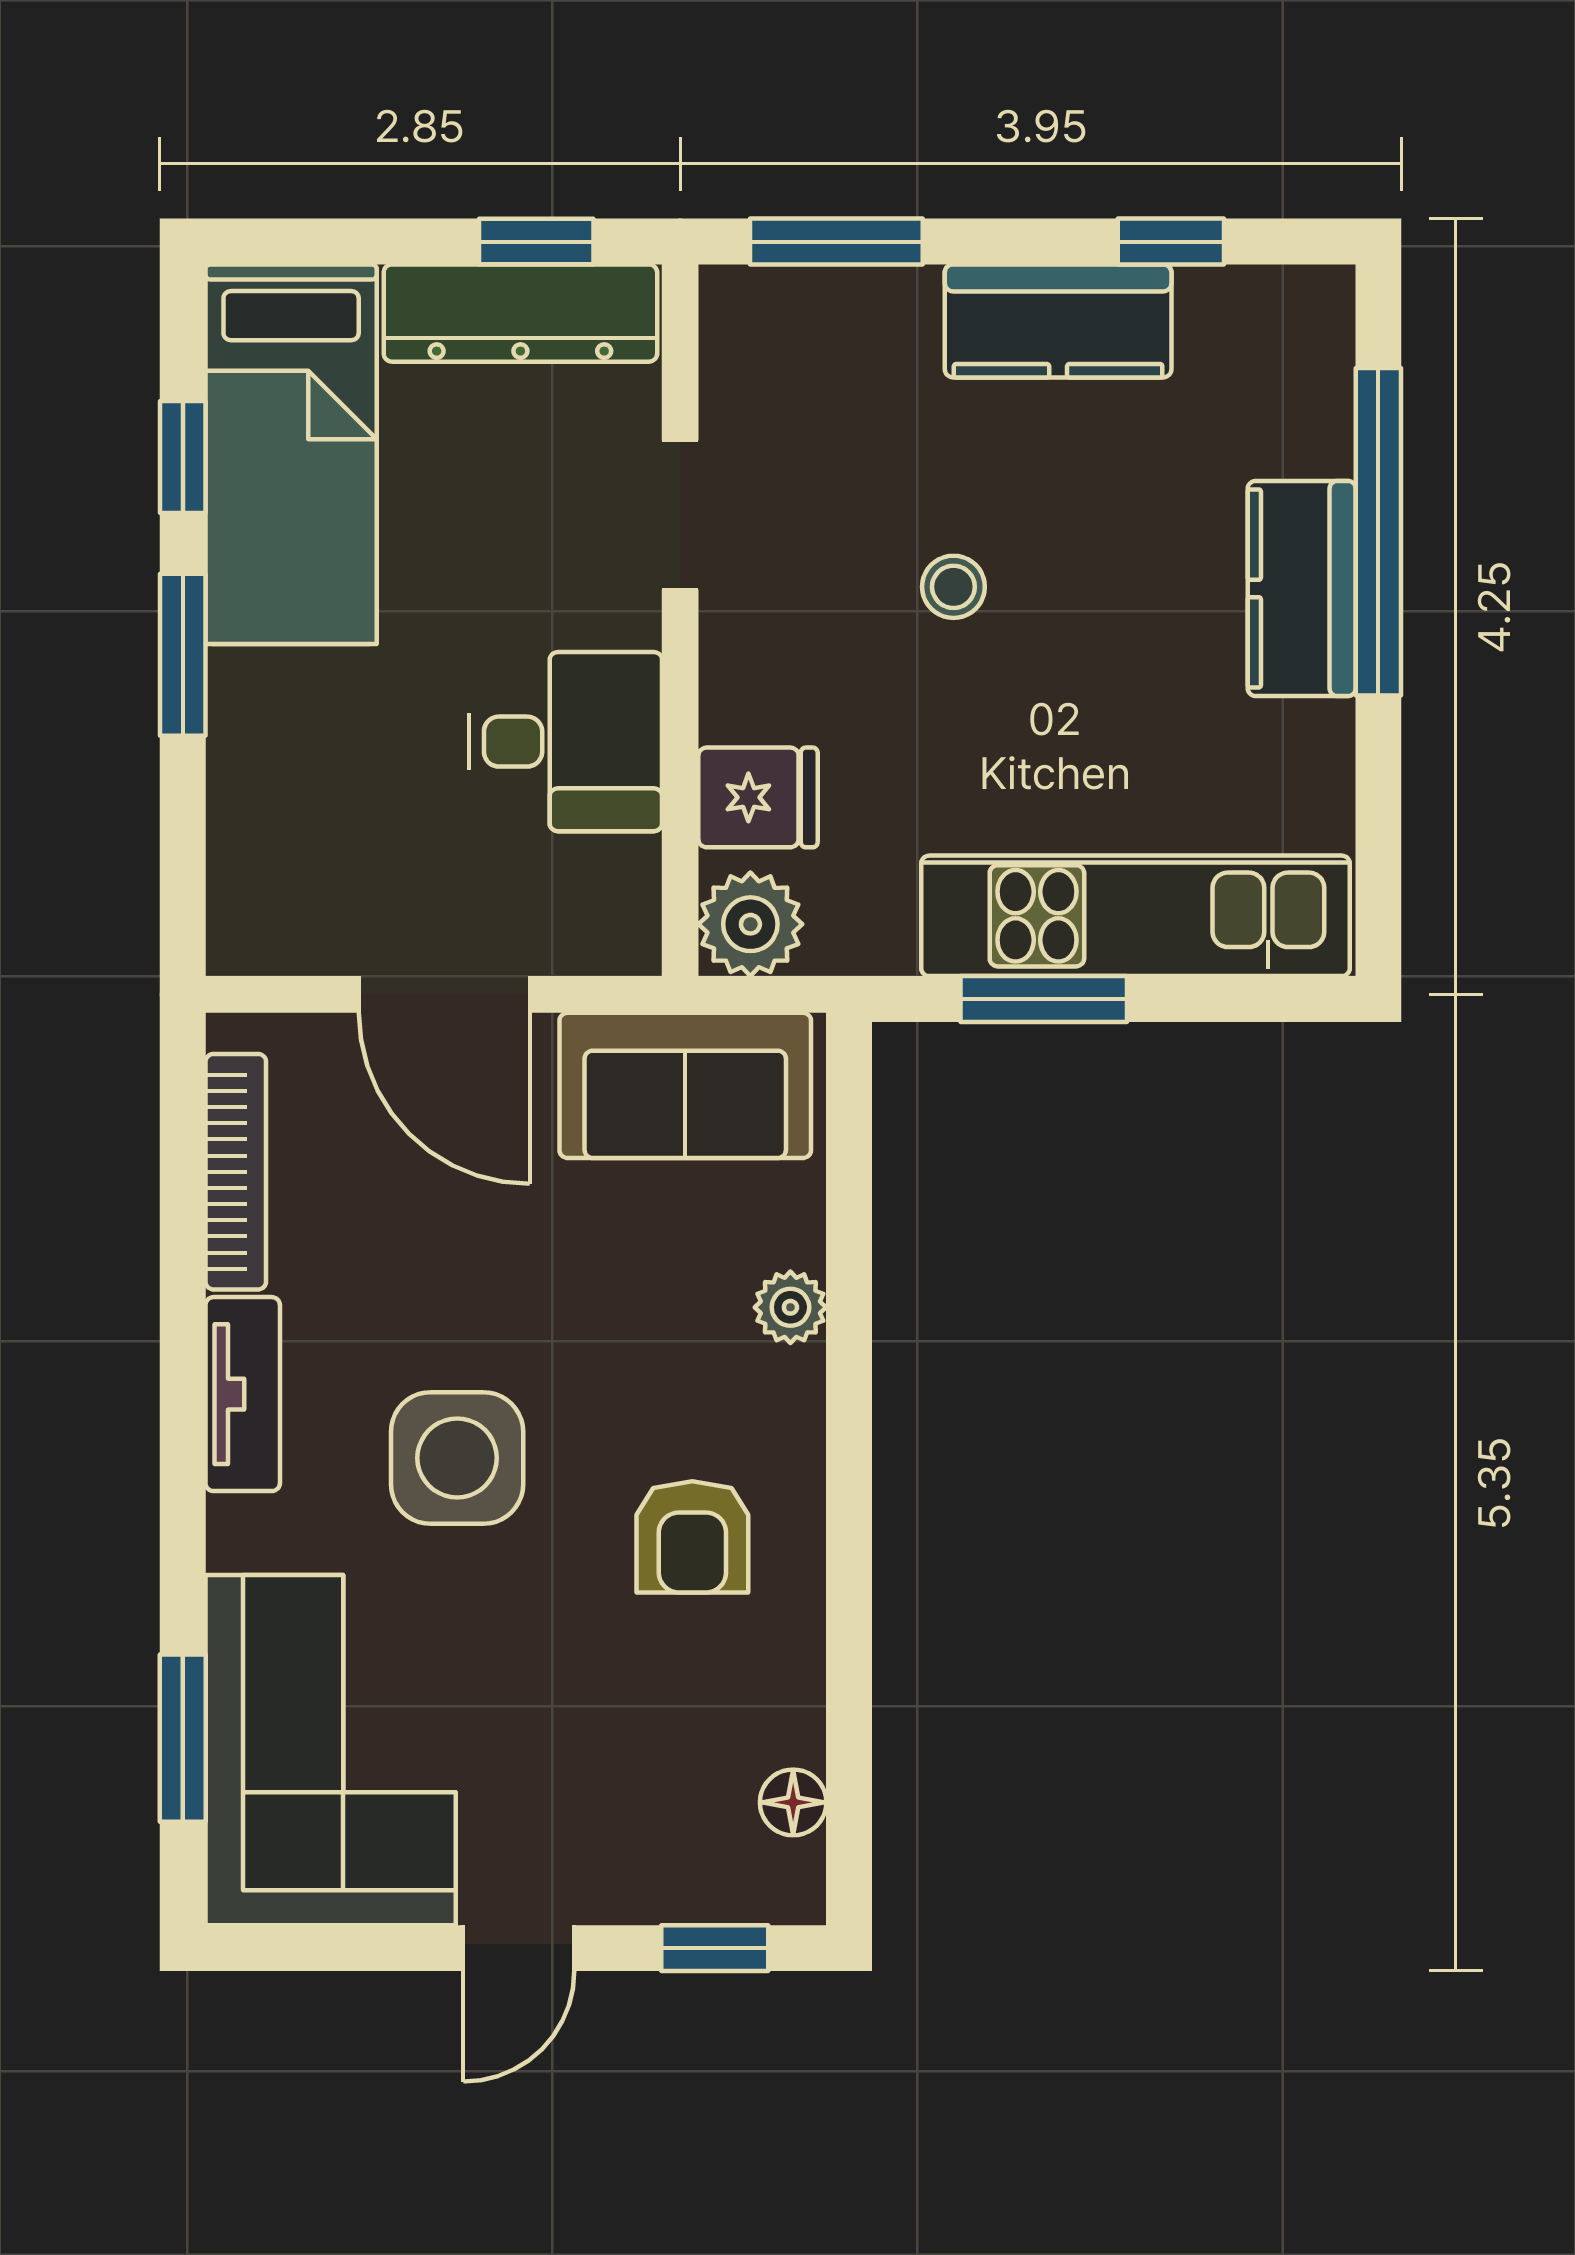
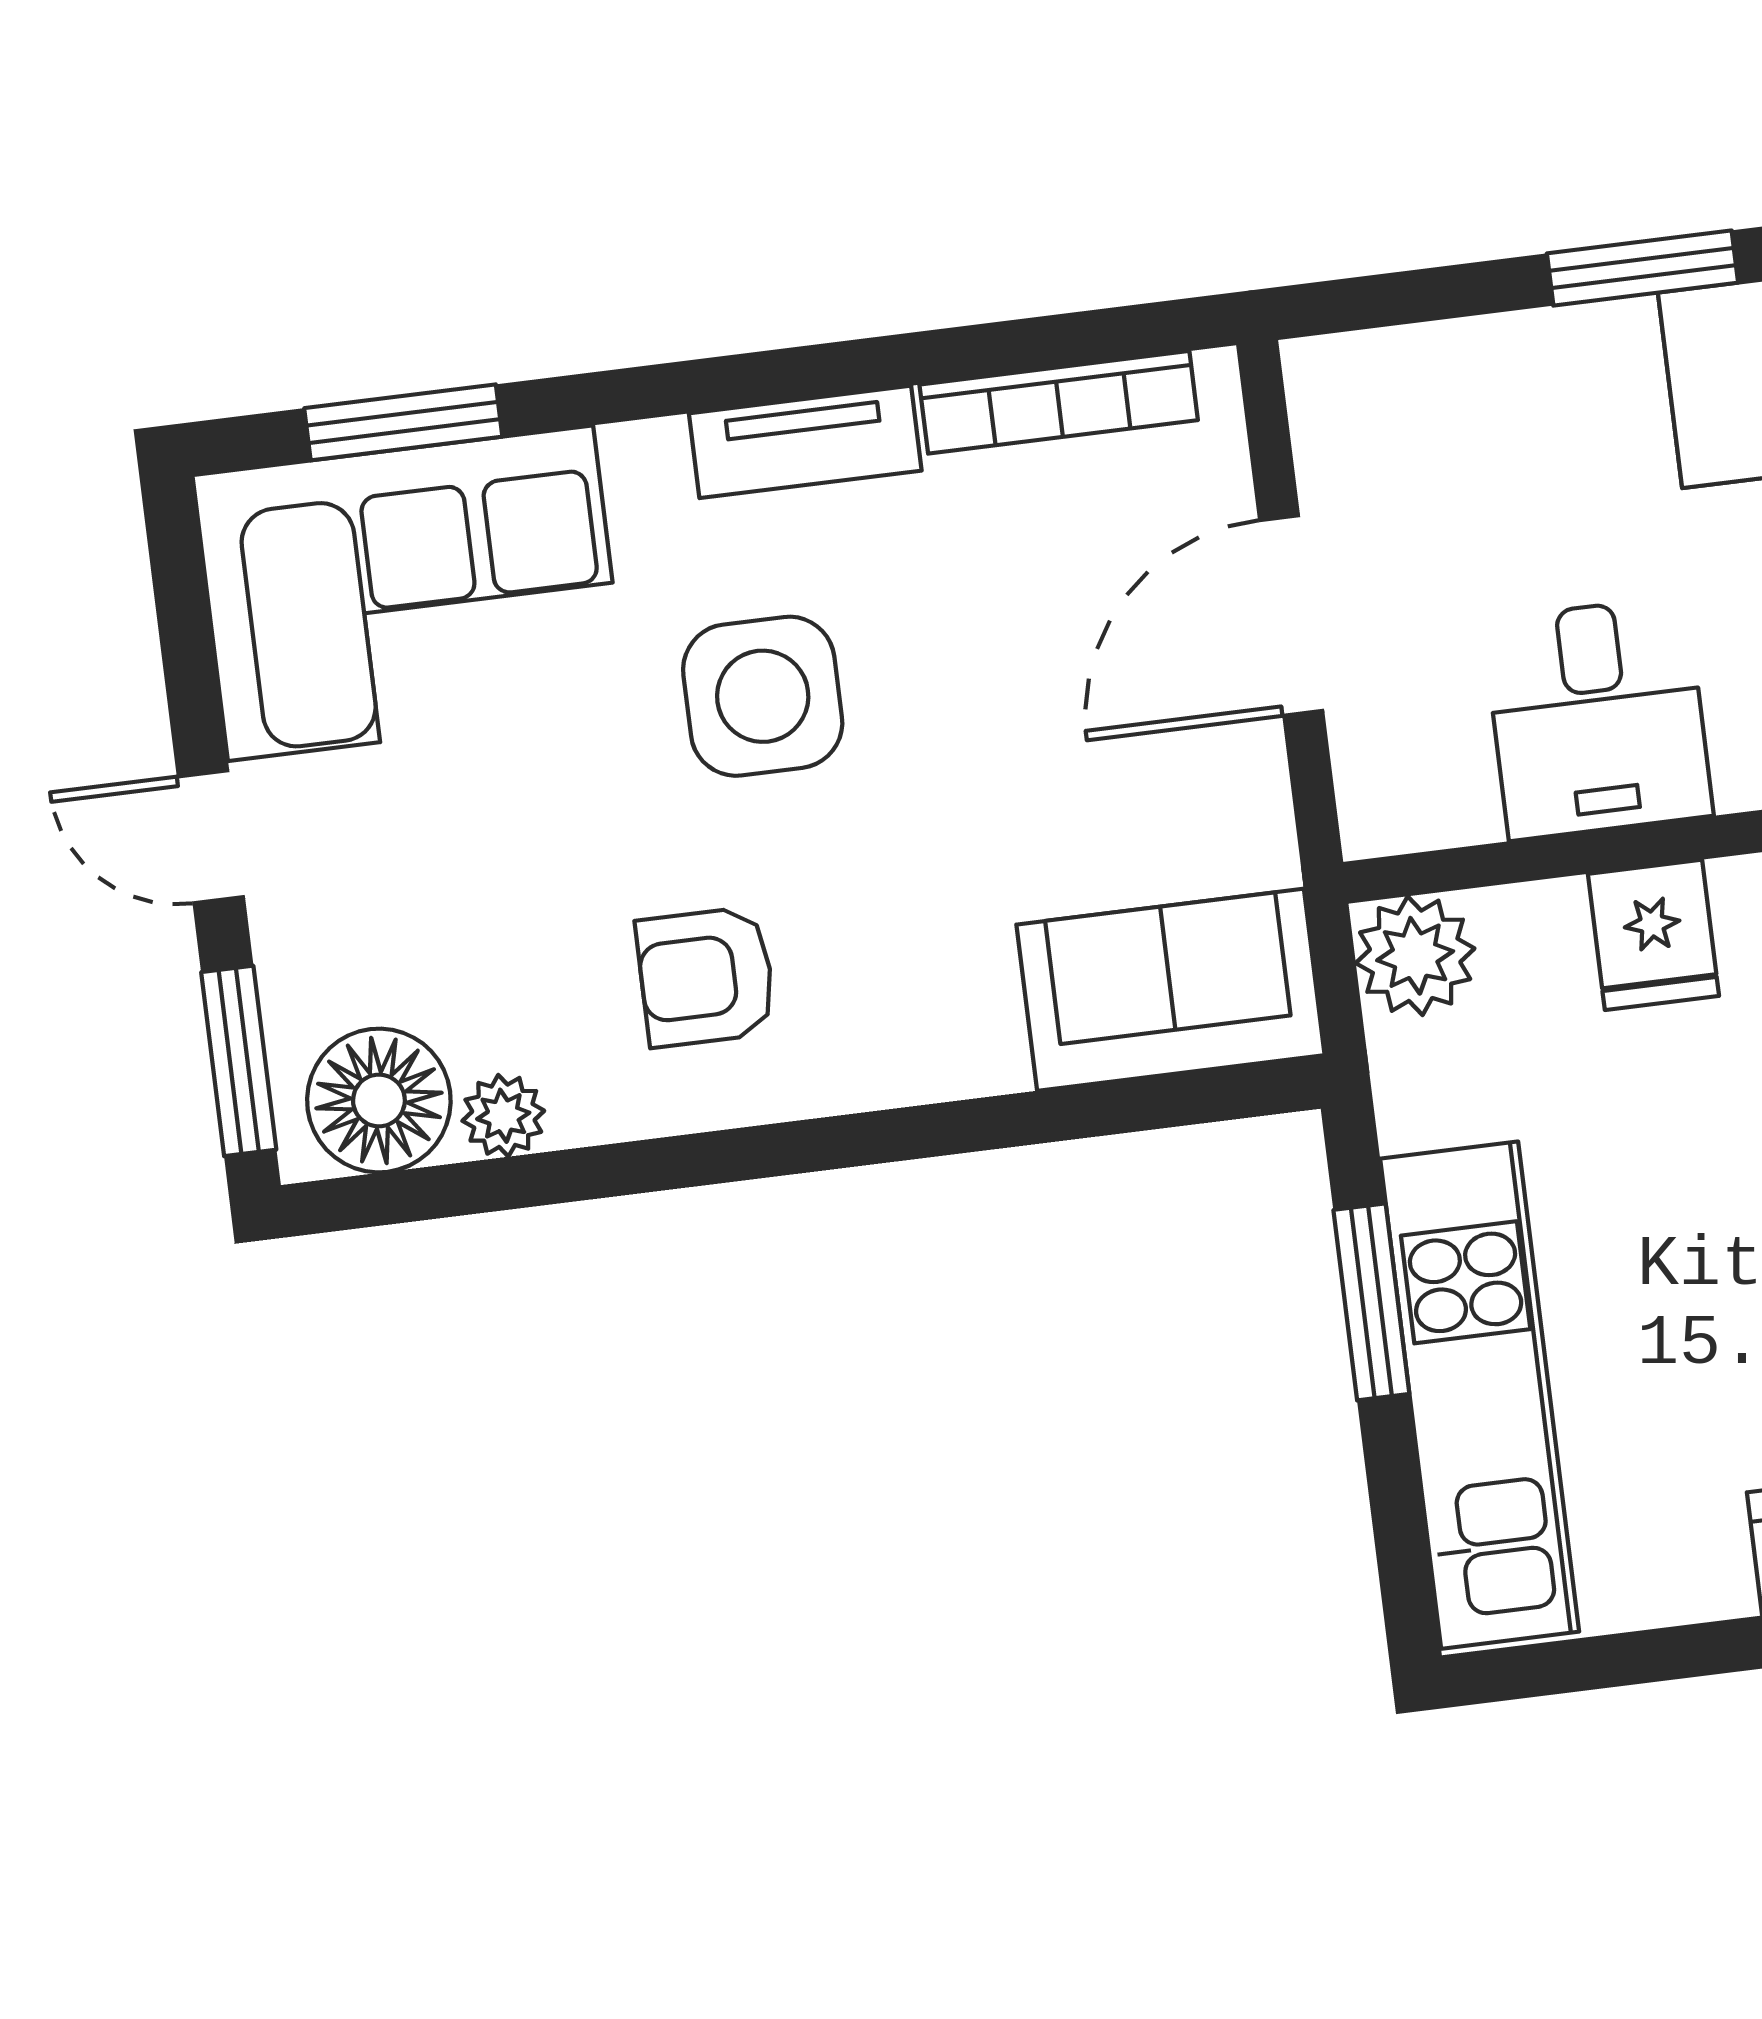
fridge: (758, 797) -> (1653, 935), moved
sofa: (685, 1085) -> (1170, 990), moved, turned 90
plant: (790, 1307) -> (503, 1116), moved
floor lamp: (793, 1802) -> (379, 1100), width x1.89, depth x1.89
window: (715, 1948) -> (239, 1061), width x1.50

